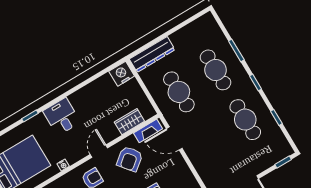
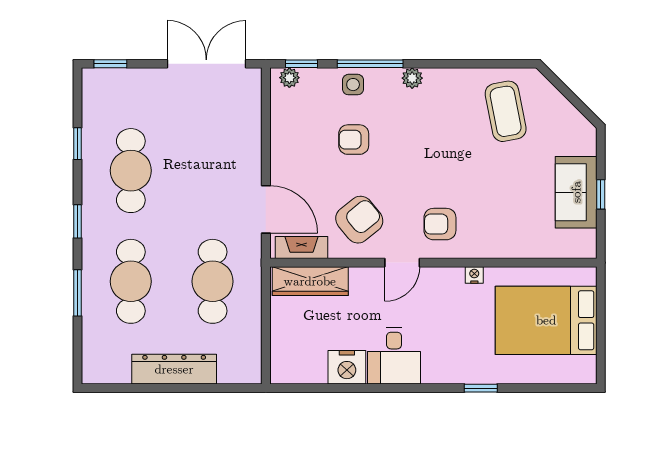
dresser: (152, 54) -> (174, 369), moved
nightstand: (122, 74) -> (347, 367), moved
desk: (62, 117) -> (394, 356), moved
wardrobe: (129, 122) -> (310, 281), width x1.50

